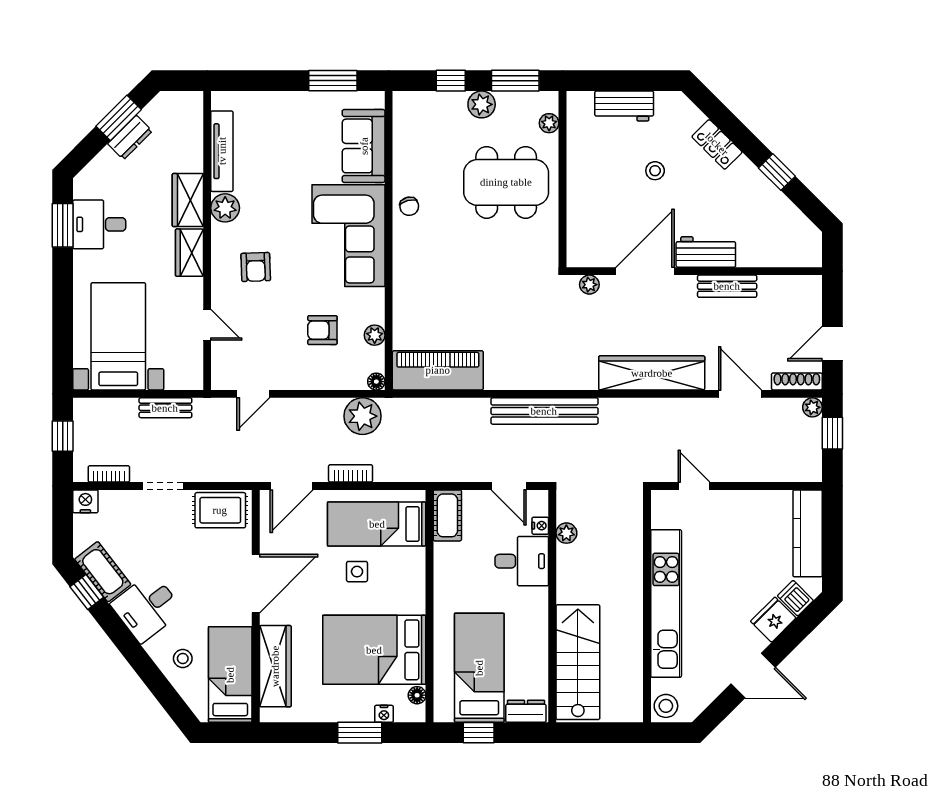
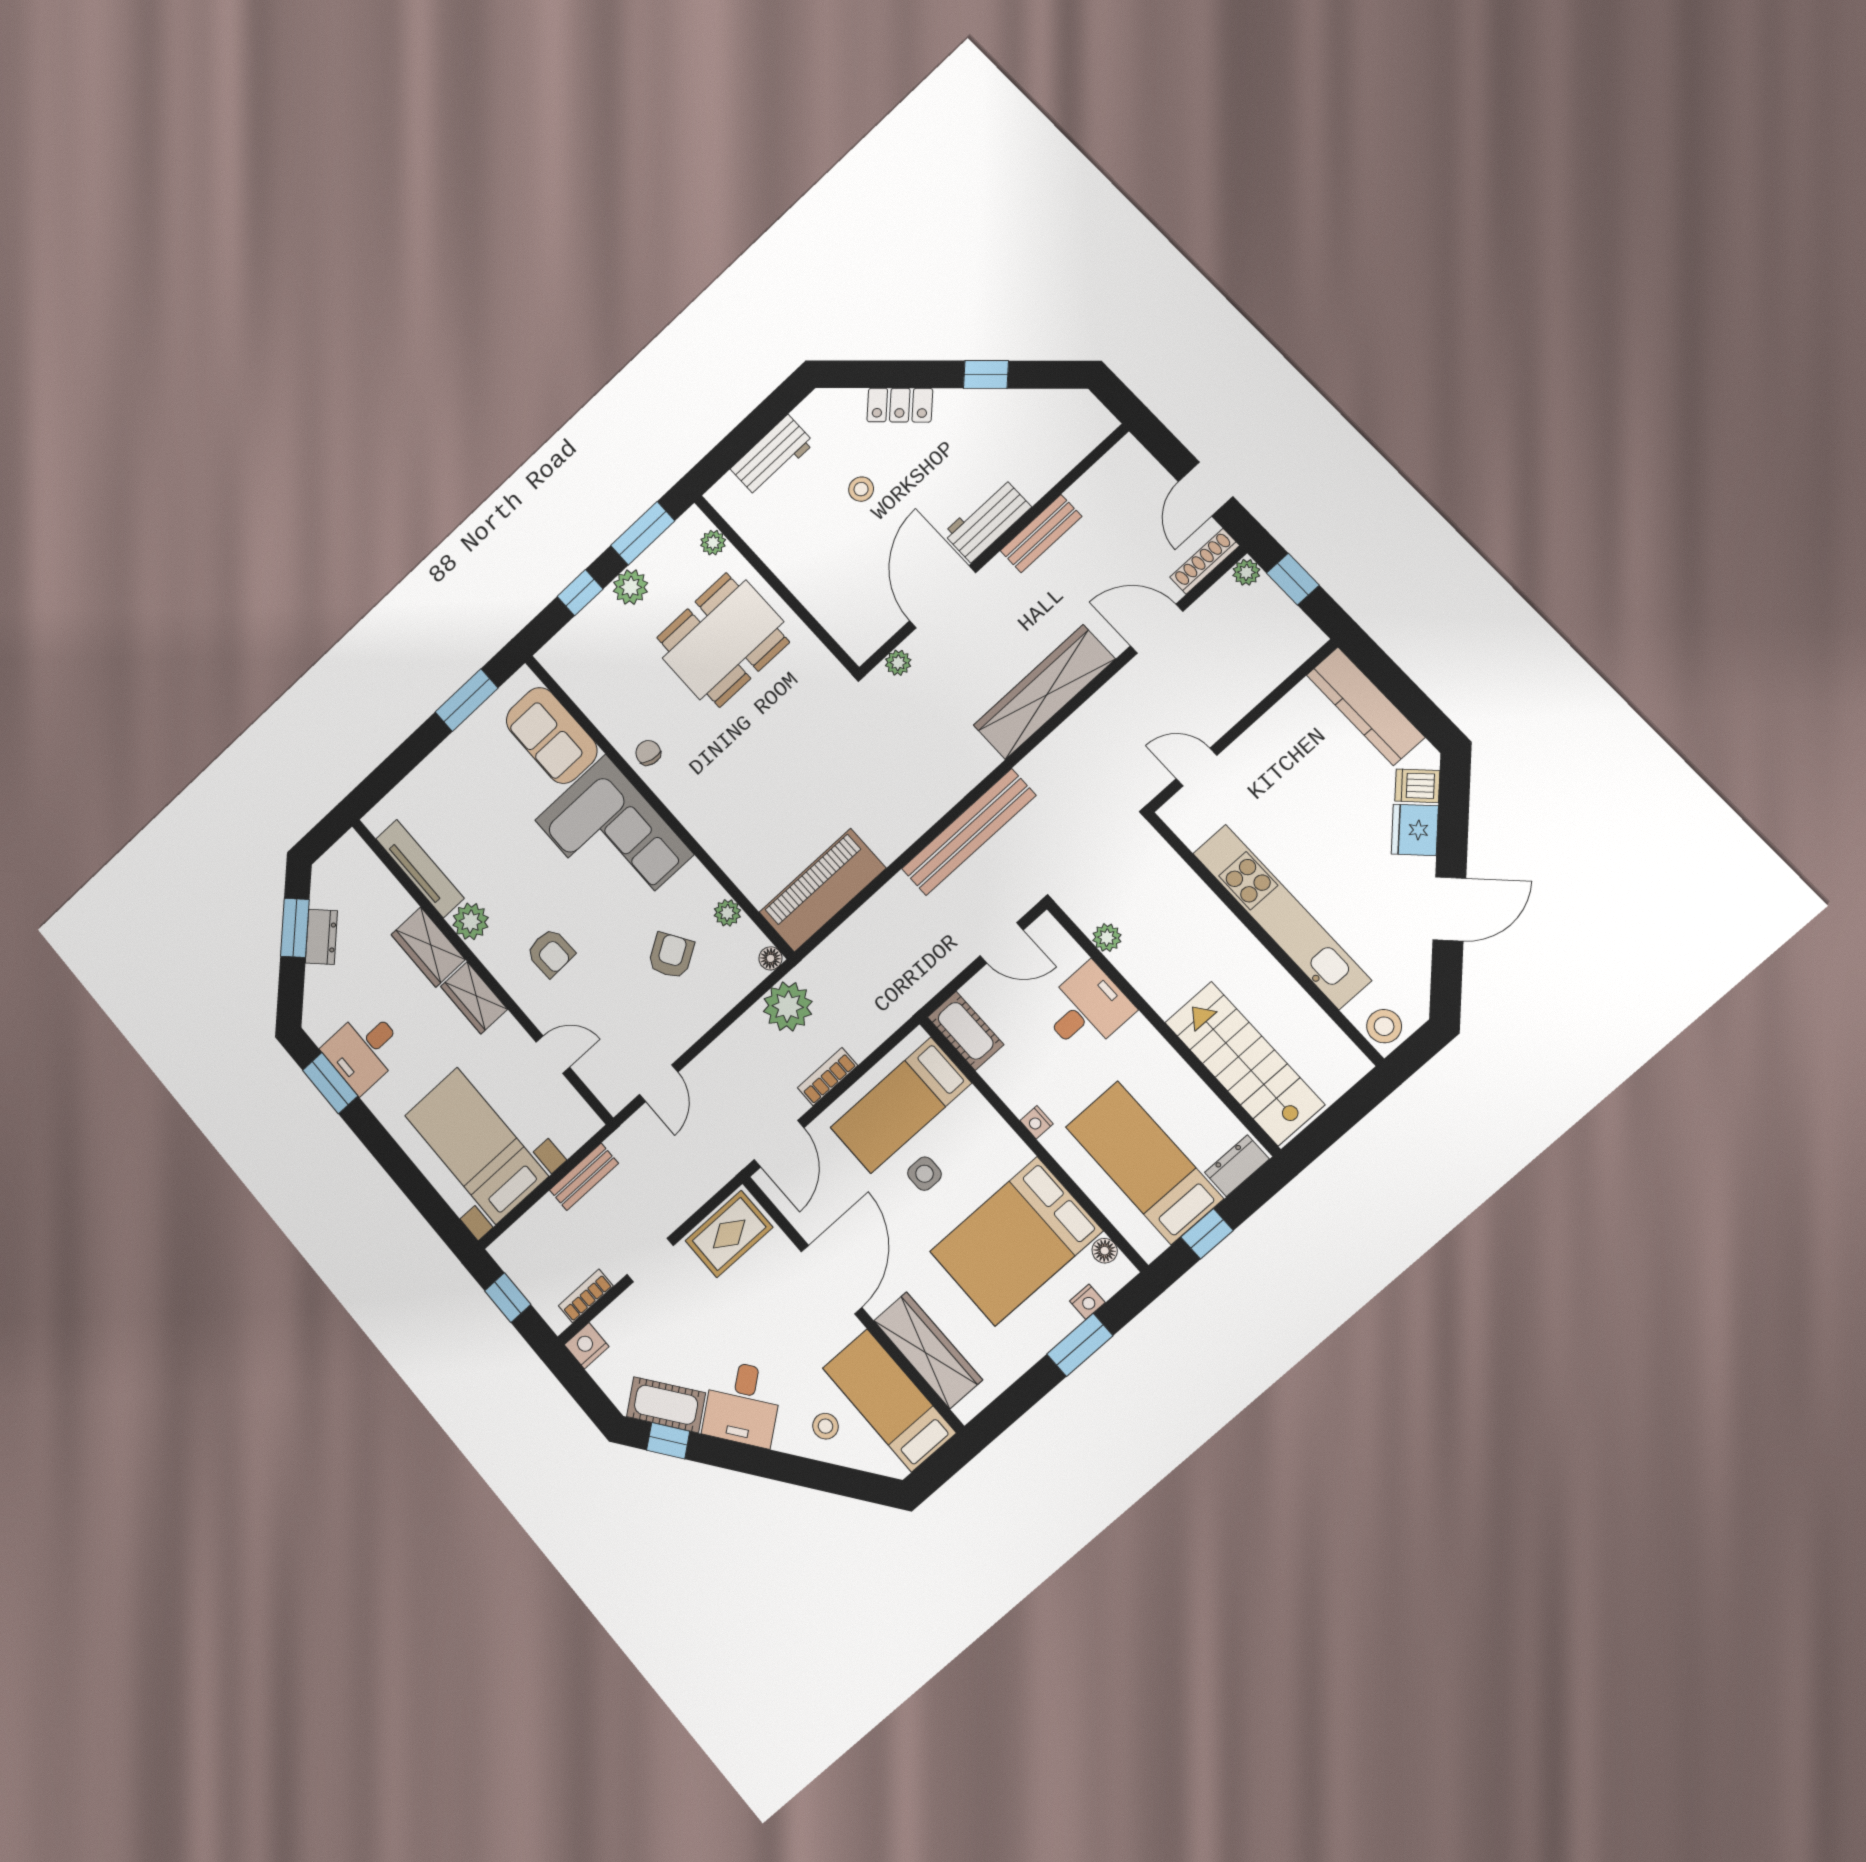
chair: (409, 206) -> (648, 753), turned -152
armchair: (322, 330) -> (671, 956), turned 148
nightstand: (540, 526) -> (1037, 1122), moved, turned 180

